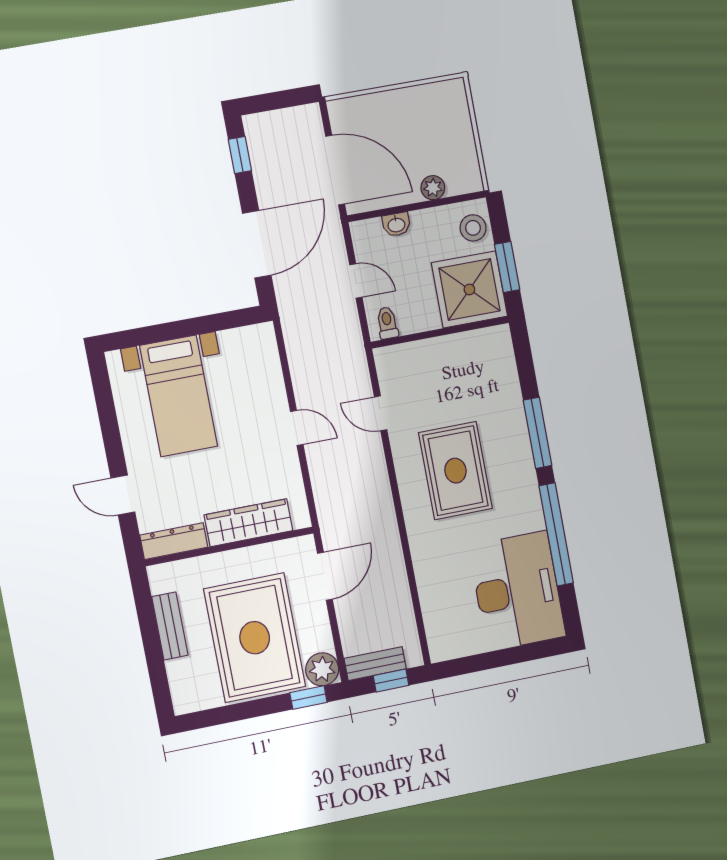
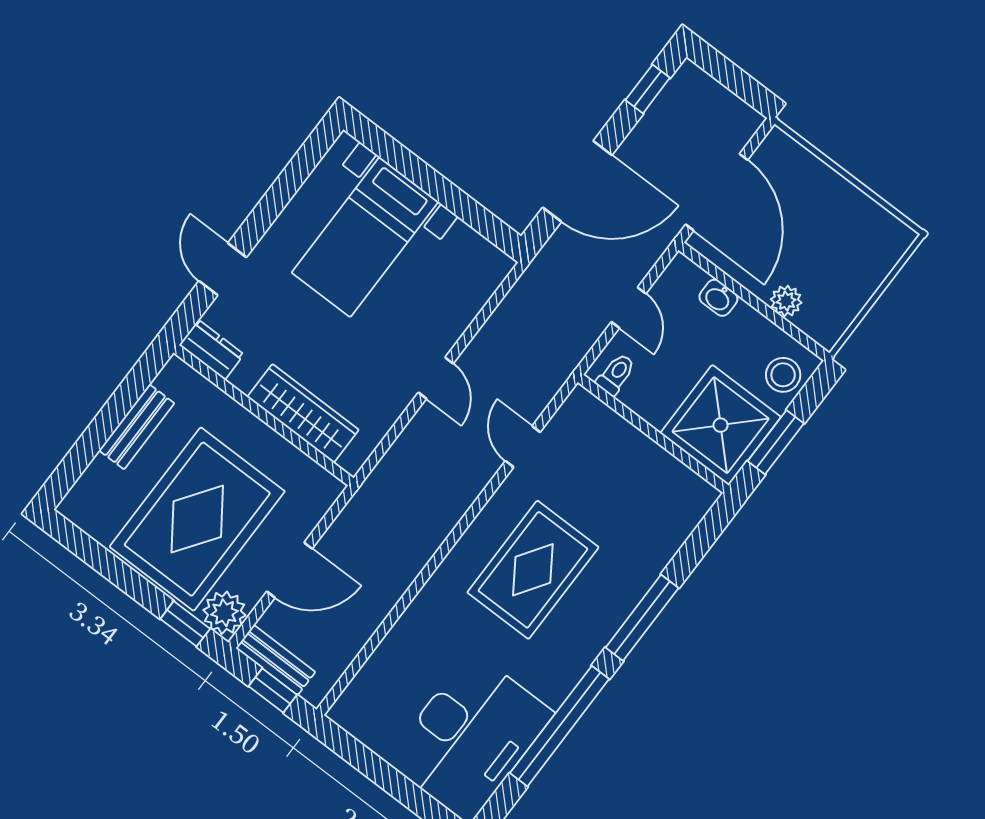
dresser: (174, 541) -> (212, 350), width x0.70
door: (325, 576) -> (290, 570), moved

